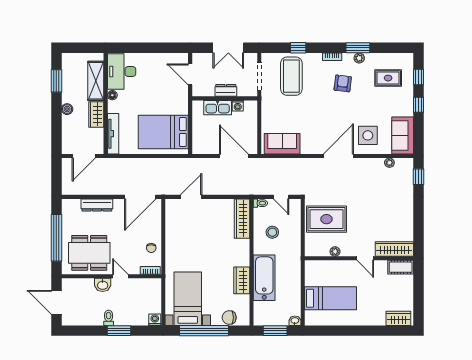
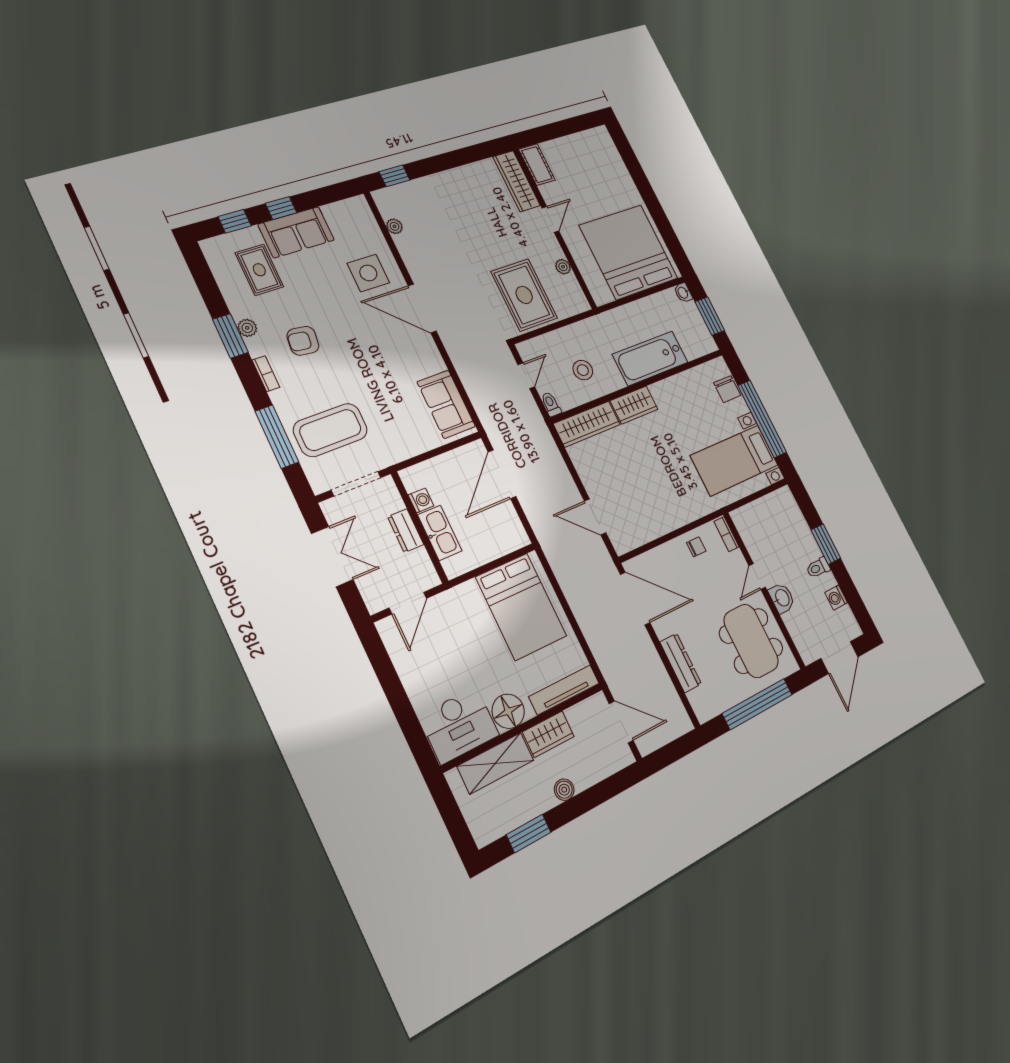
window: (298, 48) -> (277, 437), width x2.17
floor lamp: (112, 95) -> (508, 711), width x1.89, depth x1.89
sofa: (403, 135) -> (296, 232), moved
wardrobe: (242, 280) -> (634, 405), moved
bed: (331, 298) -> (629, 252), width x2.04
wardrobe: (398, 318) -> (606, 148), removed
washing machine: (155, 320) -> (836, 598), moved

